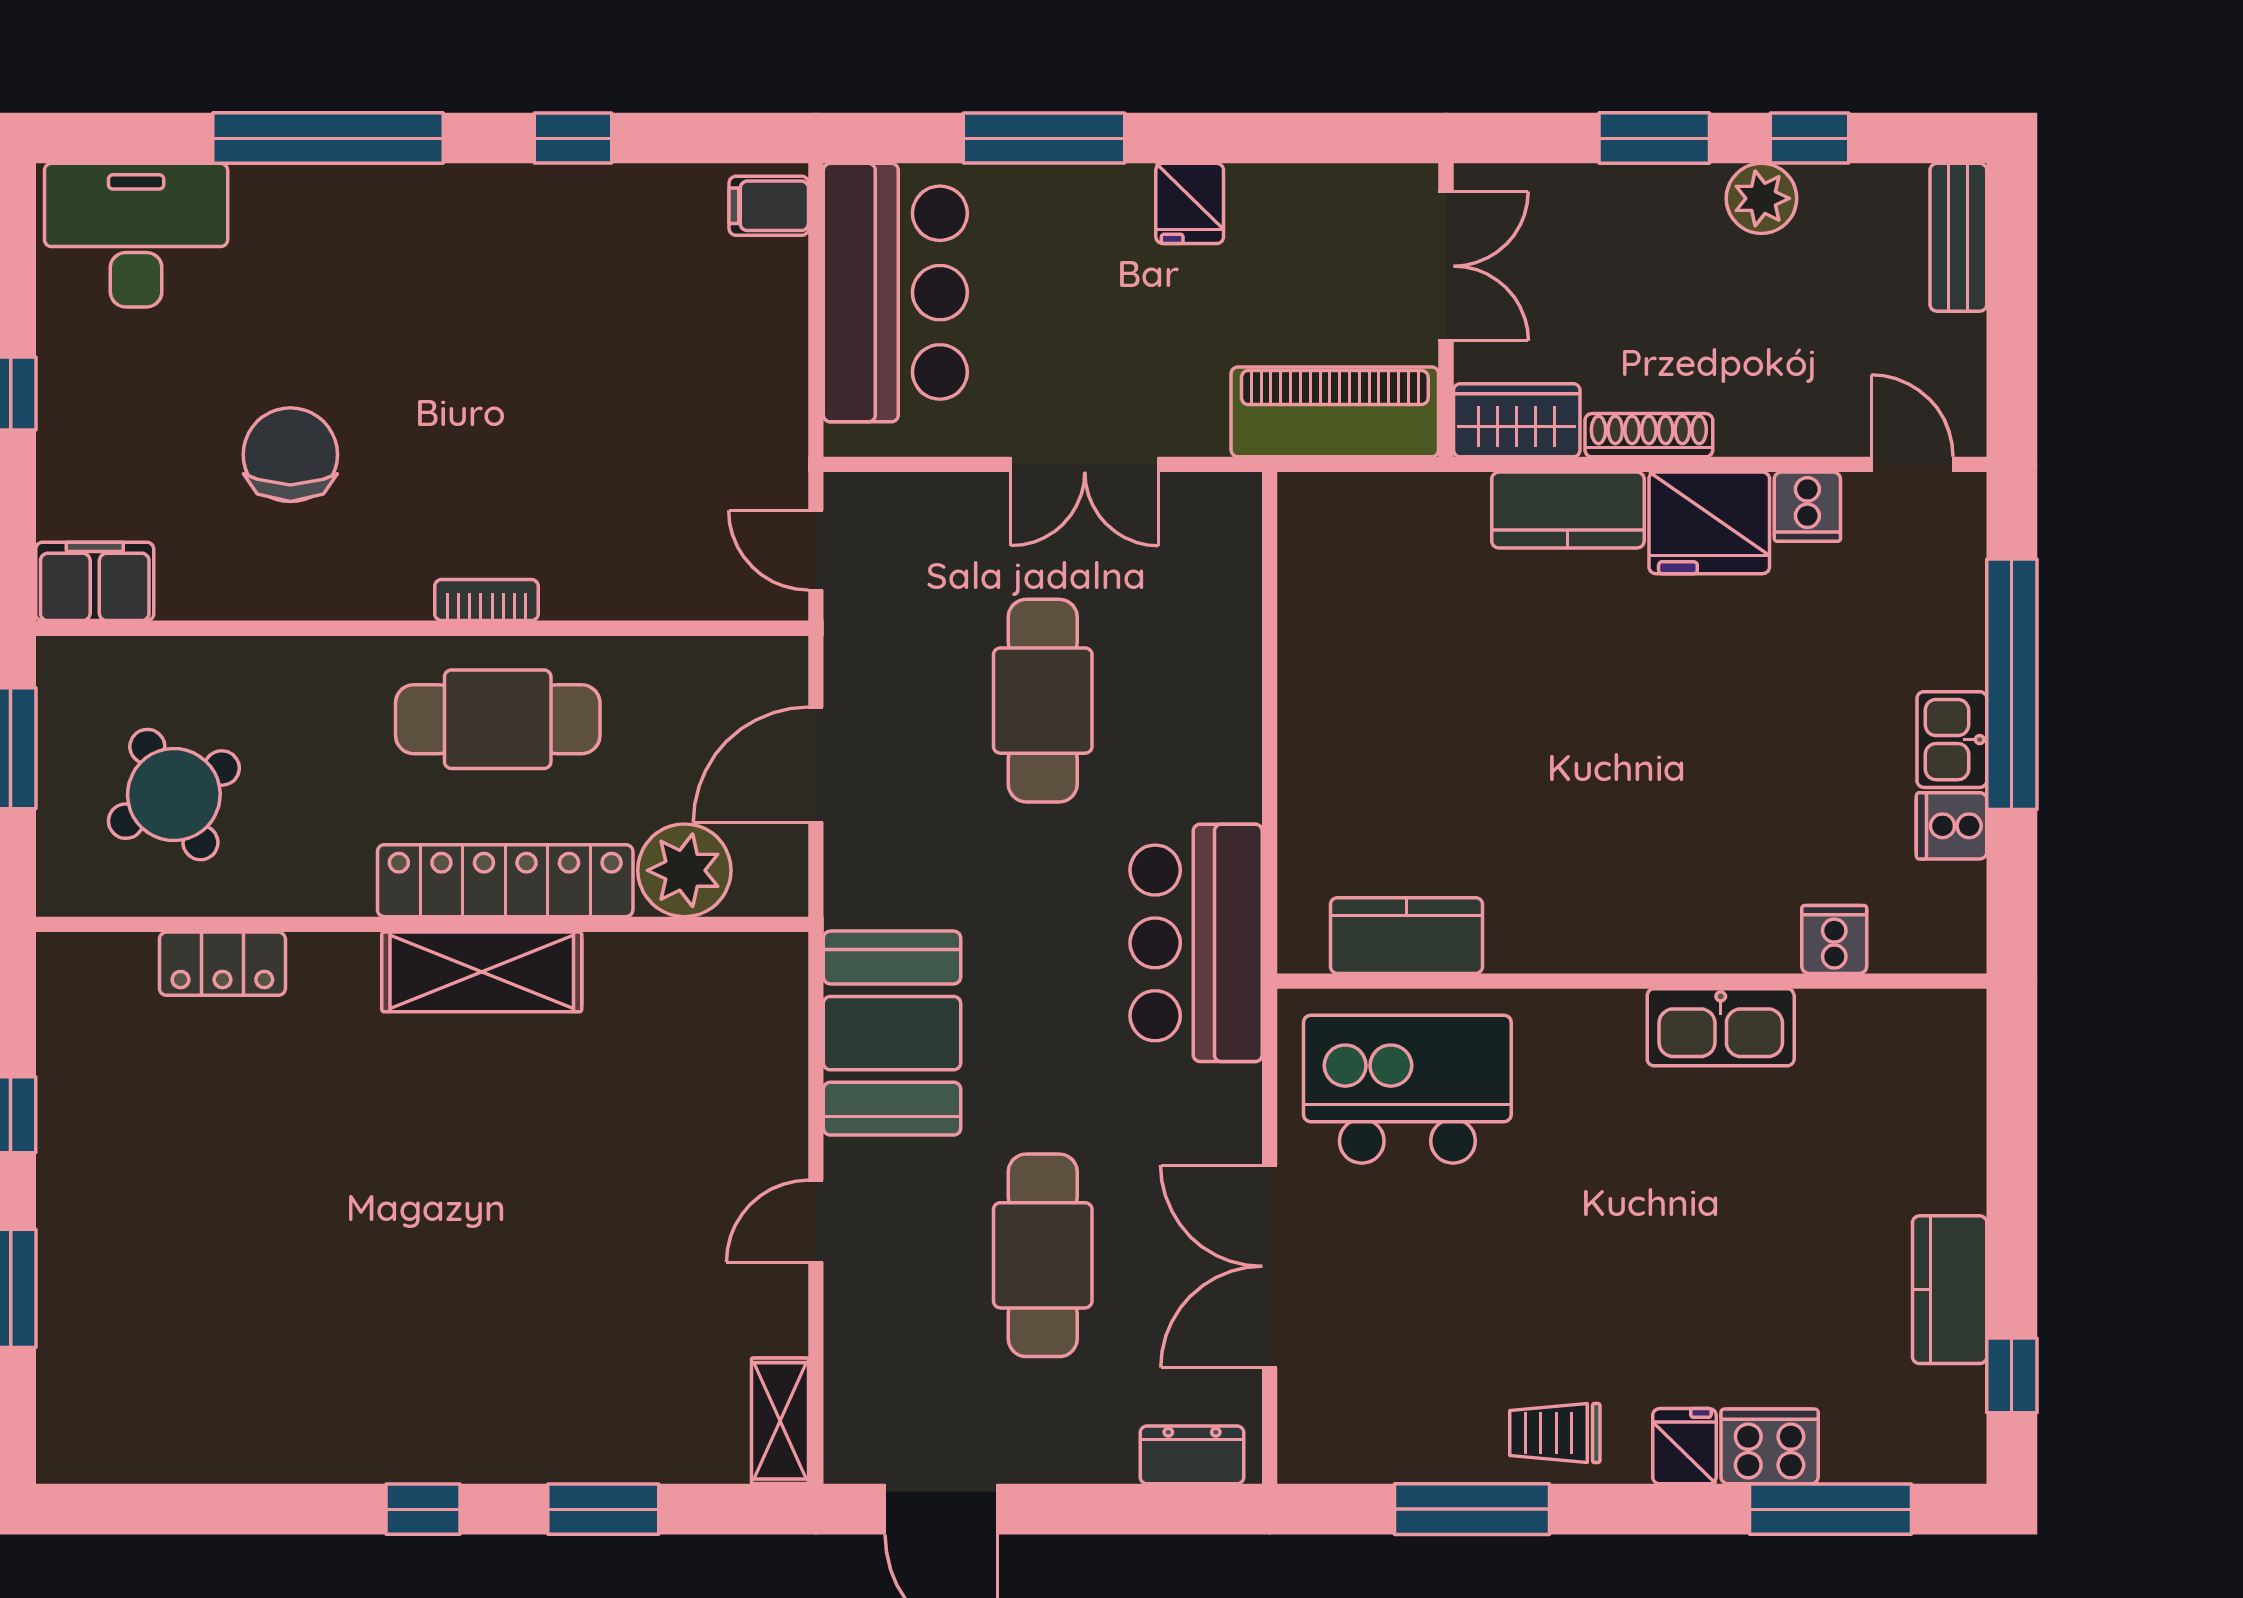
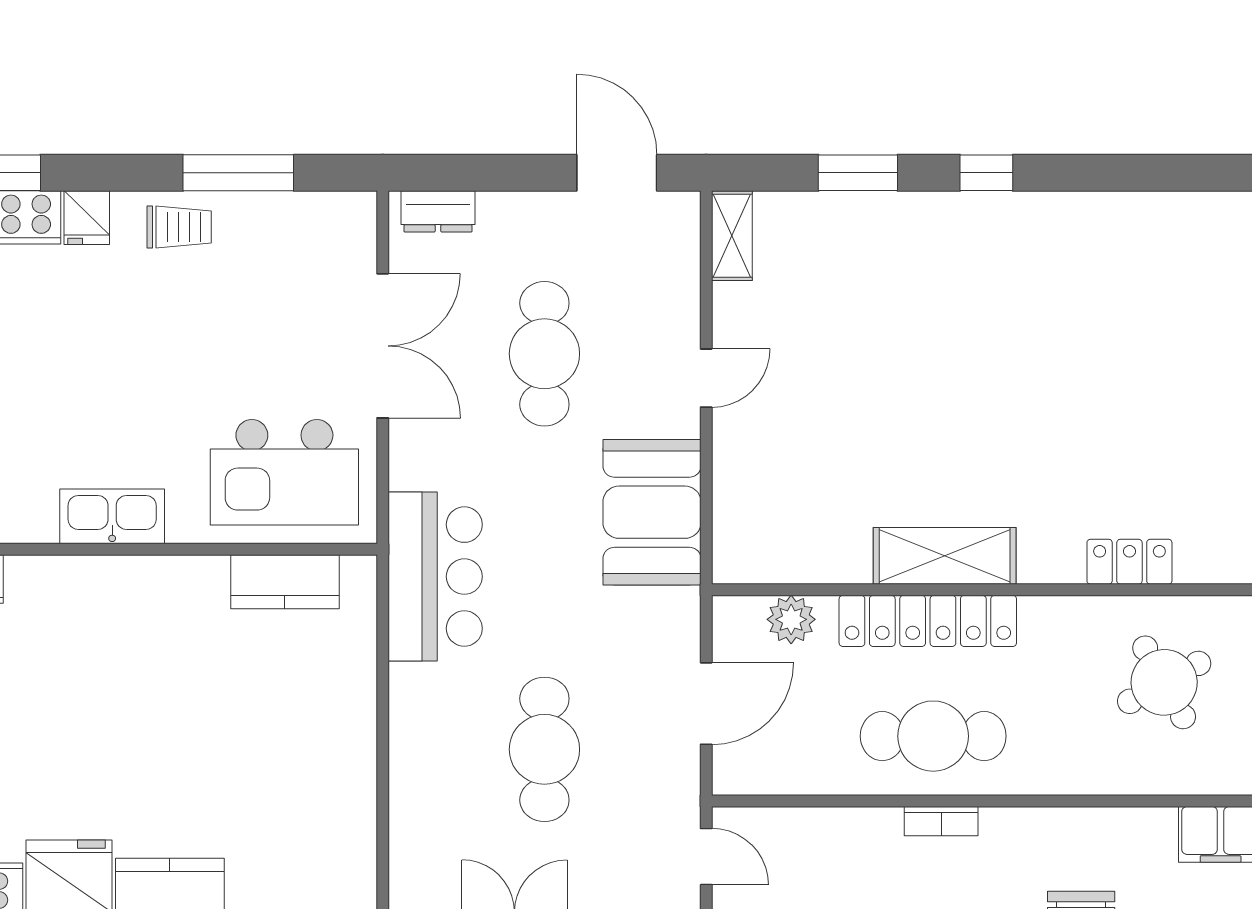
plant: (684, 870) -> (791, 619), width x0.73, depth x0.73
kitchen sink: (1721, 1027) -> (112, 516), moved

